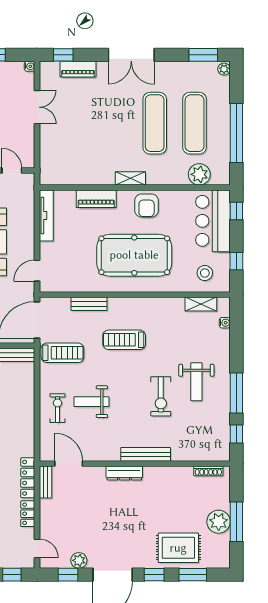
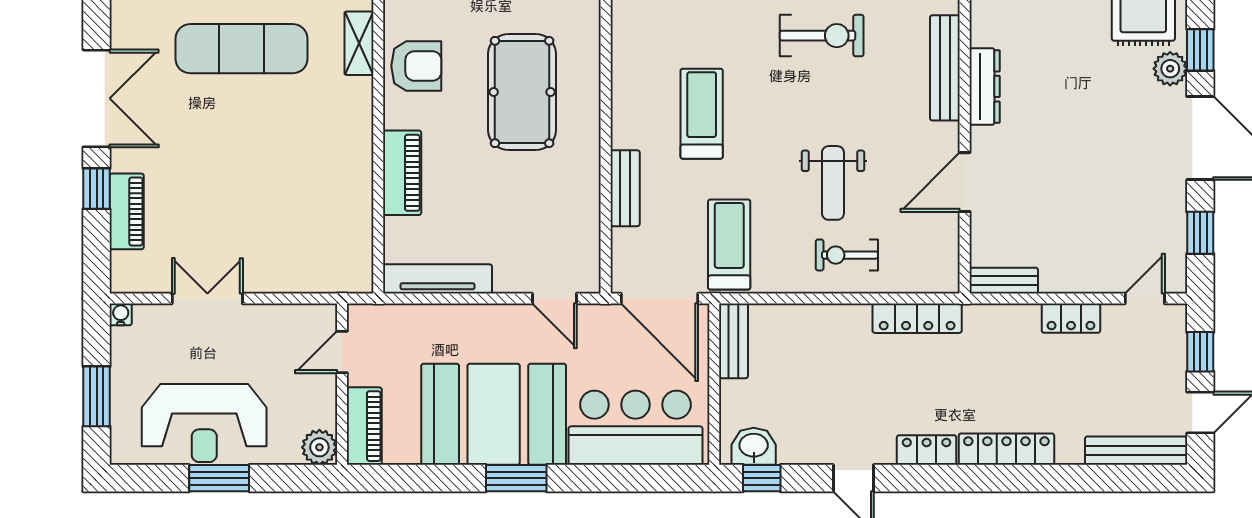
window: (63, 55) -> (97, 189), moved
shelving: (130, 178) -> (359, 43), moved
pool table: (134, 255) -> (522, 92), width x0.73, depth x0.76
treadmill: (124, 340) -> (702, 114), turned 180
door: (69, 464) -> (965, 182), moved
dresser: (124, 473) -> (985, 86), moved
locker: (28, 478) -> (917, 318), moved
plant: (79, 560) -> (1170, 69), moved

